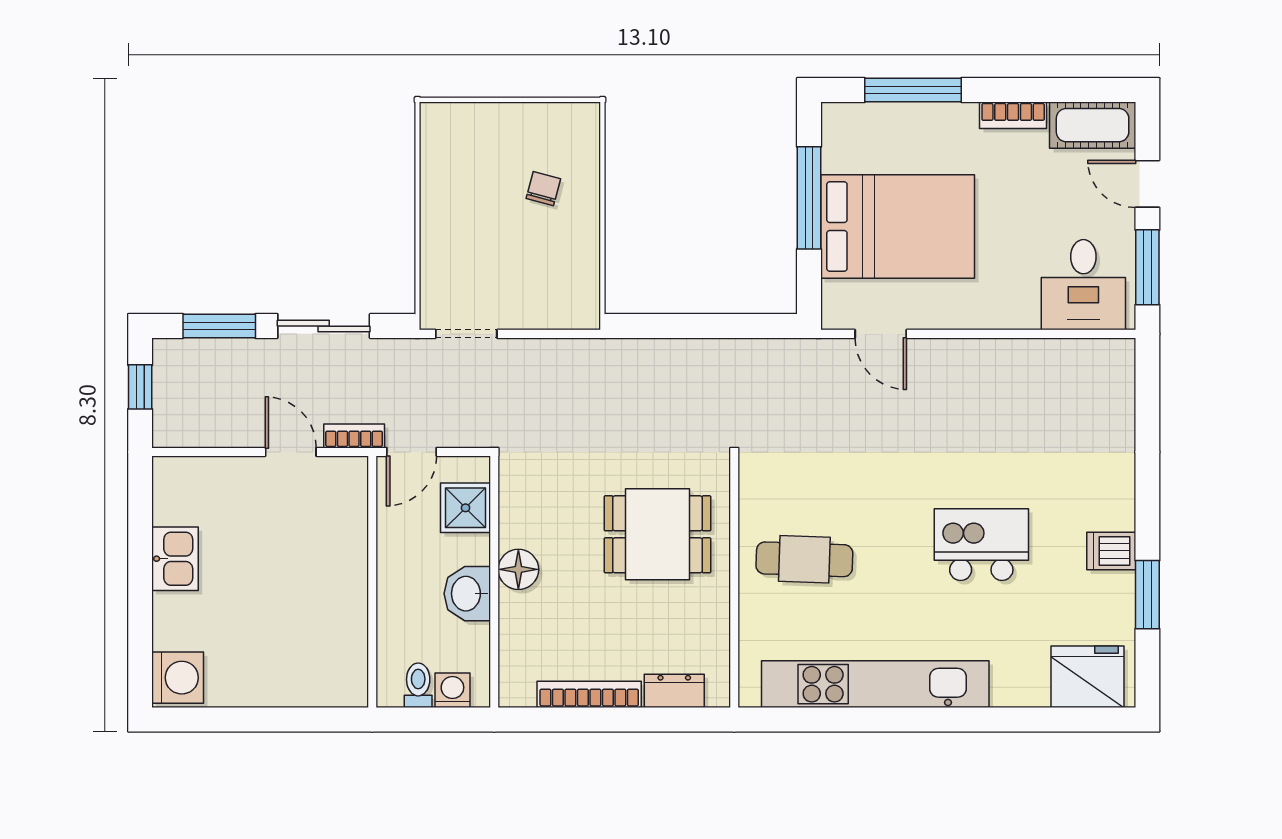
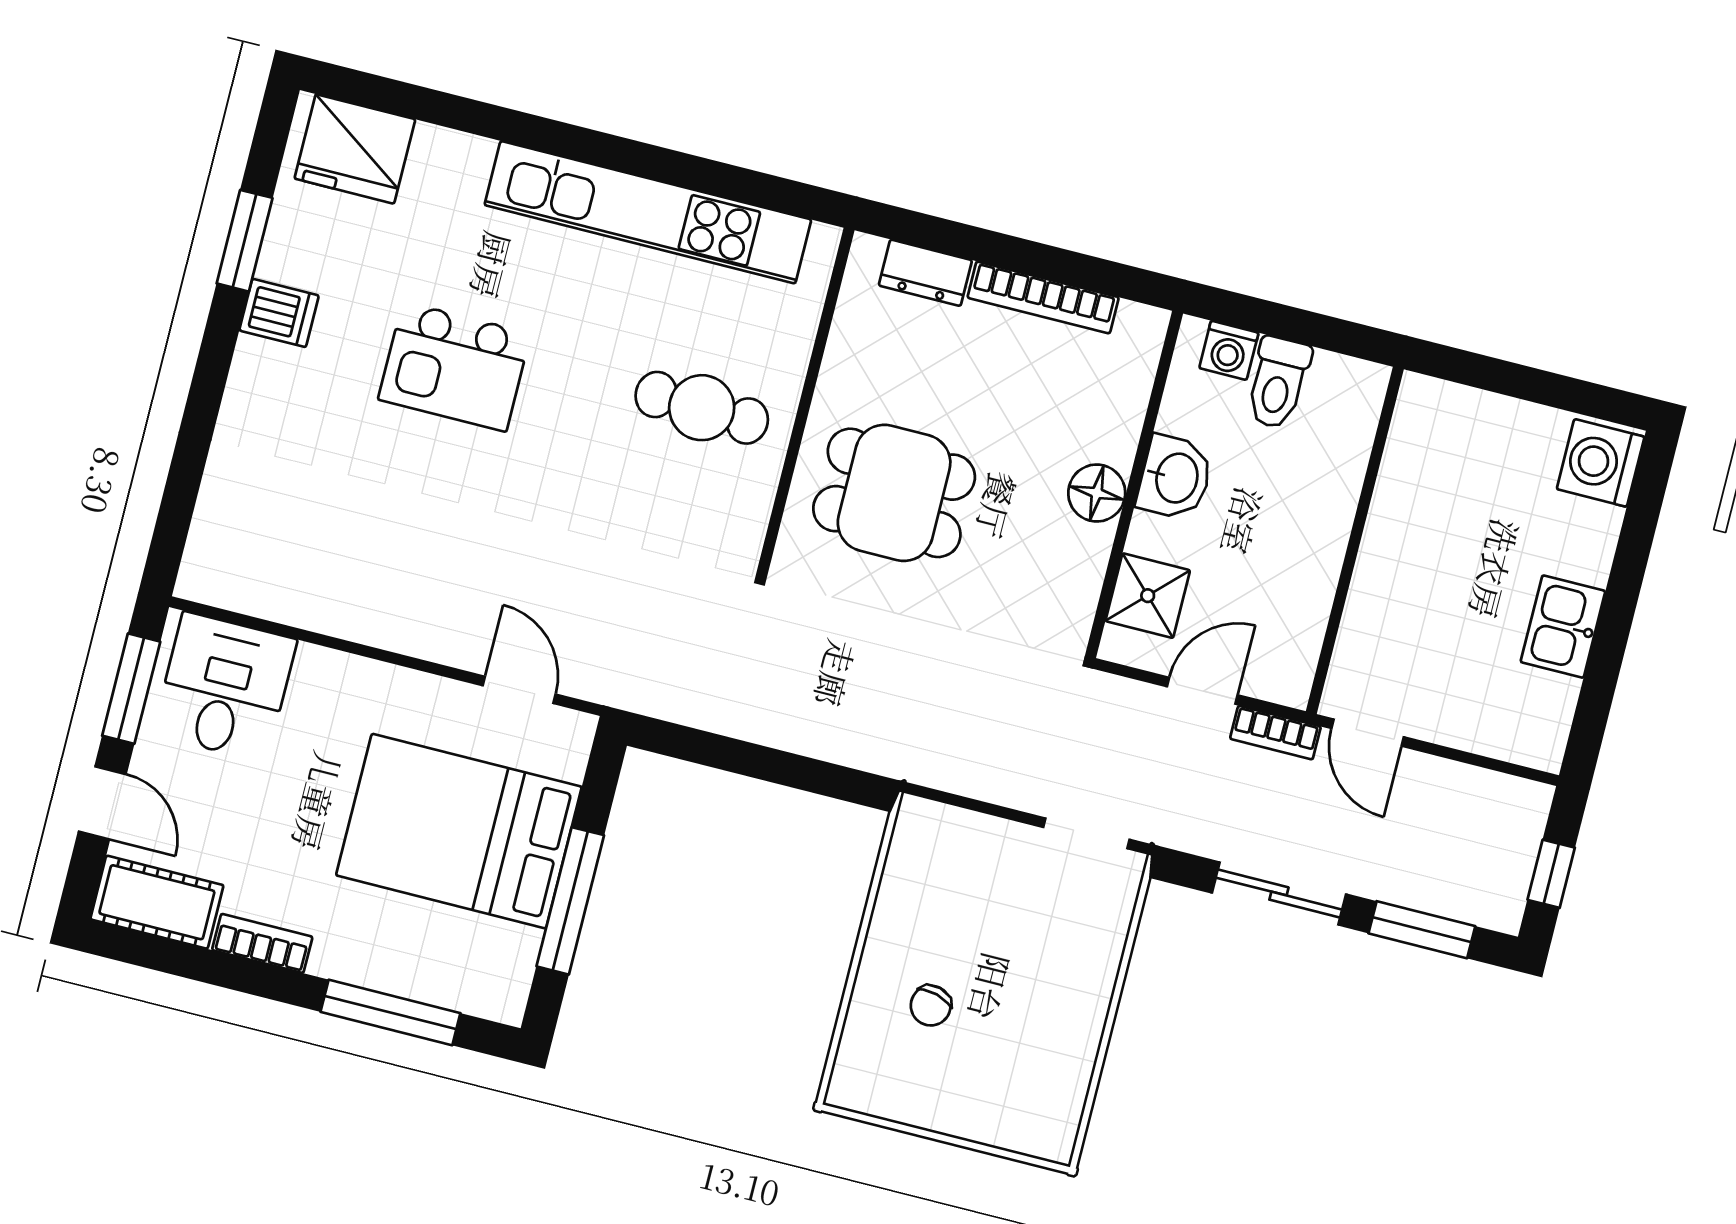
wall: (372, 582) -> (1355, 540), moved
toilet: (418, 685) -> (1278, 383), width x1.37, depth x1.39

